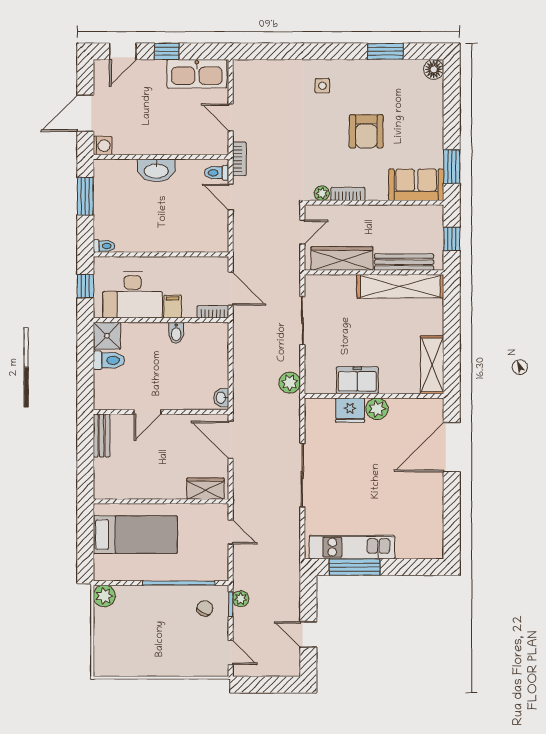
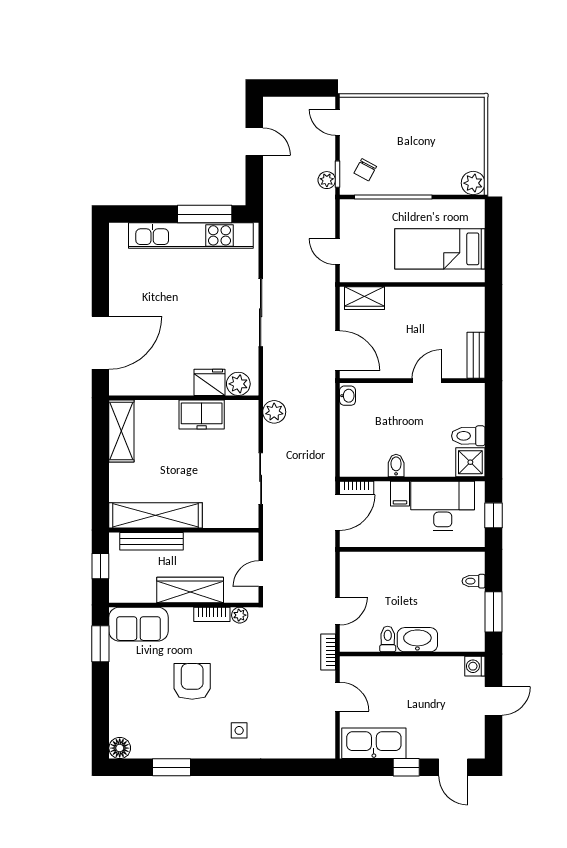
door: (123, 51) -> (453, 767), swing flipped
door: (85, 113) -> (493, 701), width x0.73
toilet: (217, 173) -> (388, 639), moved, turned -90
door: (231, 197) -> (338, 611), hinge flipped
toilet: (104, 246) -> (474, 581), moved
wardrobe: (342, 258) -> (190, 590), moved, turned 180
door: (231, 289) -> (338, 513), swing flipped
plant: (377, 409) -> (238, 384), moved
kitchen unit: (352, 547) -> (191, 235), width x1.36

